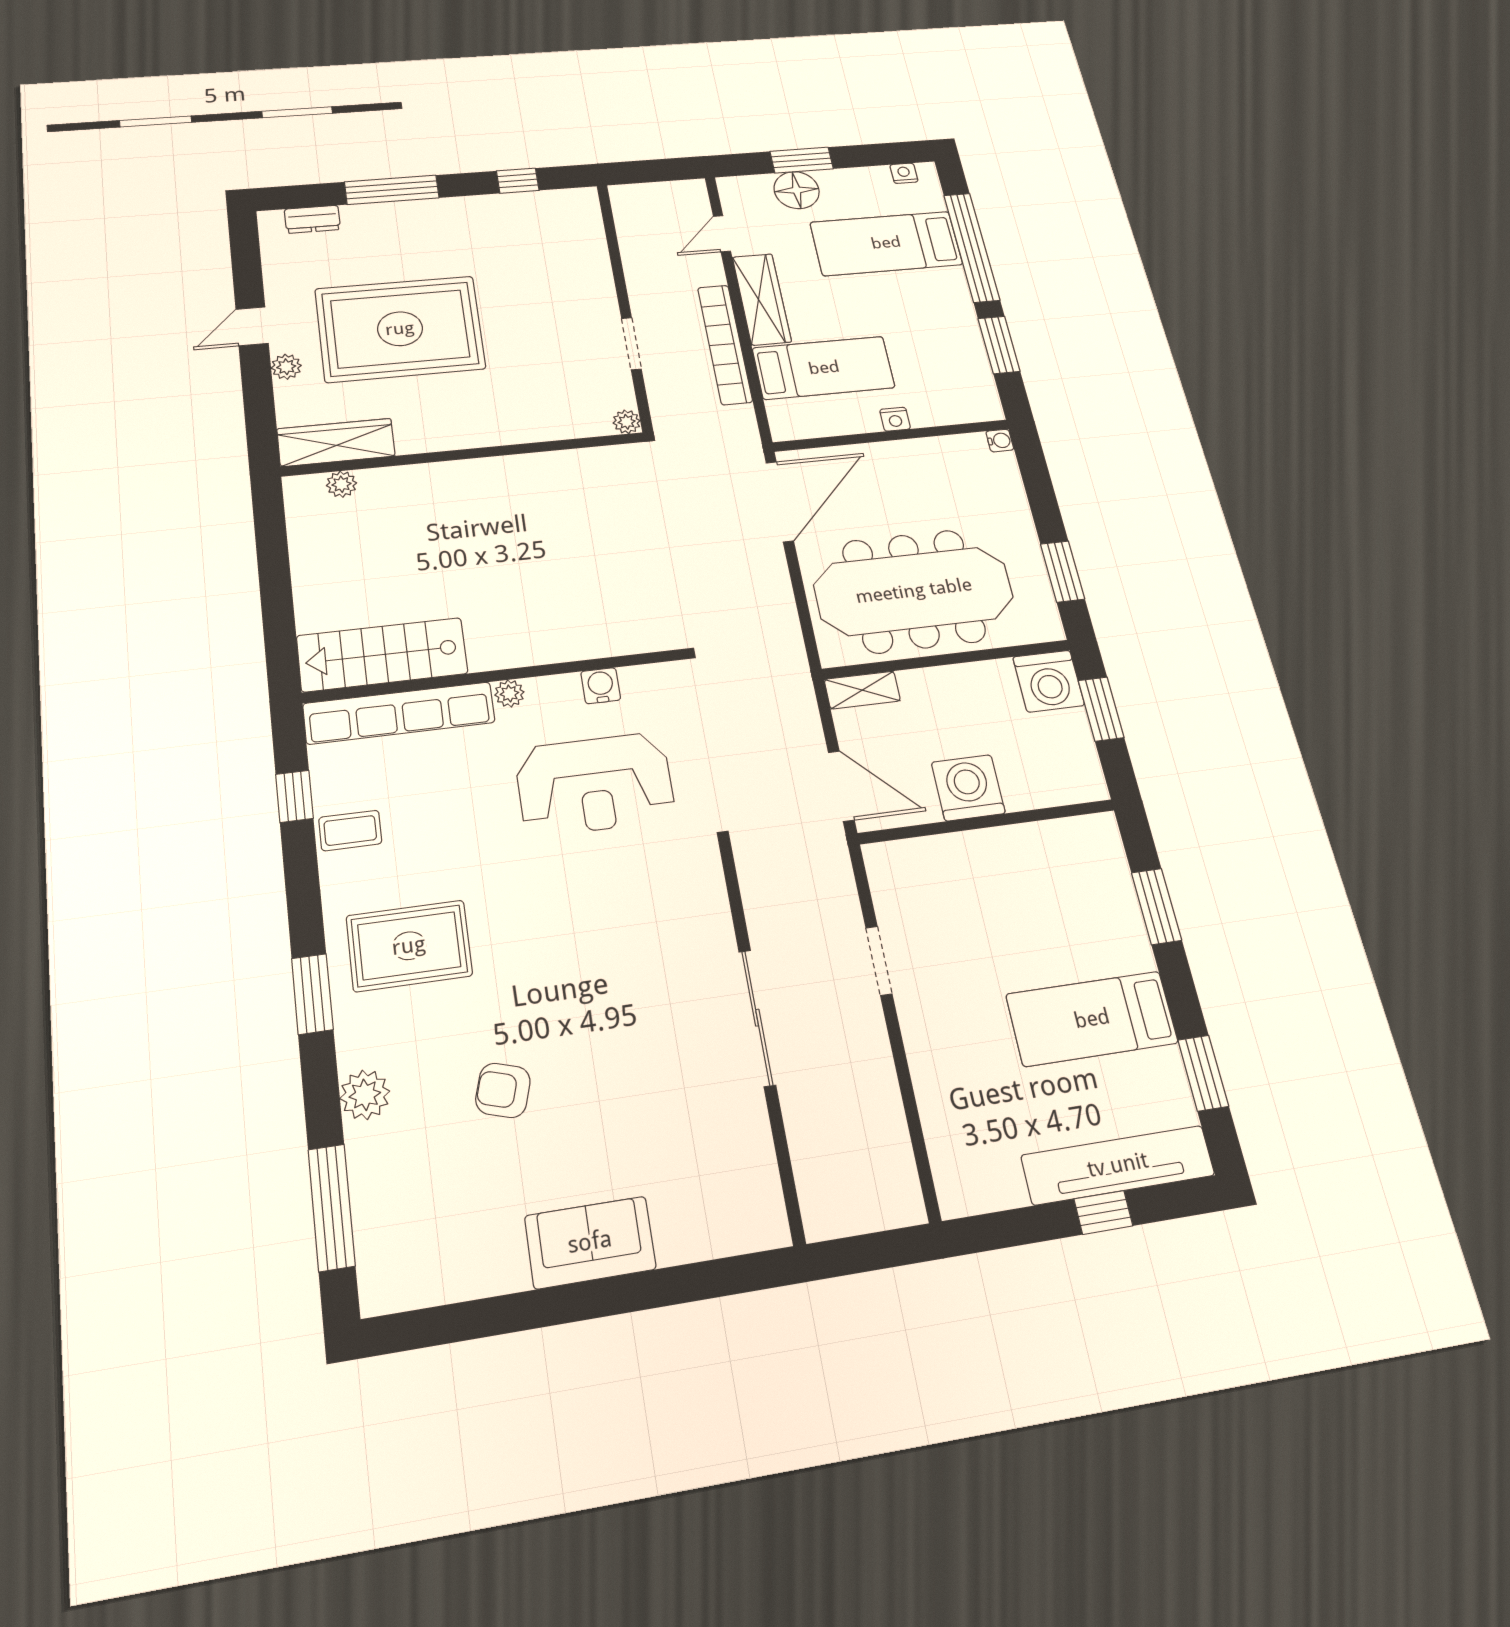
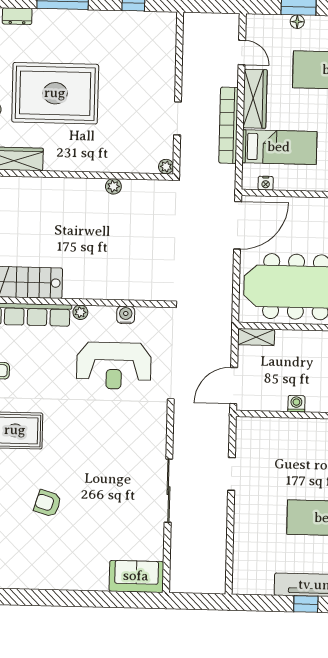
floor lamp: (797, 190) -> (297, 22), width x0.53, depth x0.53
door: (722, 234) -> (242, 52), swing flipped
nightstand: (895, 419) -> (266, 183), moved
plant: (341, 484) -> (113, 186), moved
door: (841, 786) -> (234, 386), swing flipped
washing machine: (968, 788) -> (296, 404), width x0.53, depth x0.53
sofa: (590, 1242) -> (136, 576), moved

